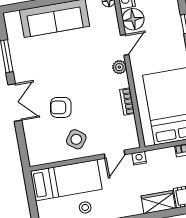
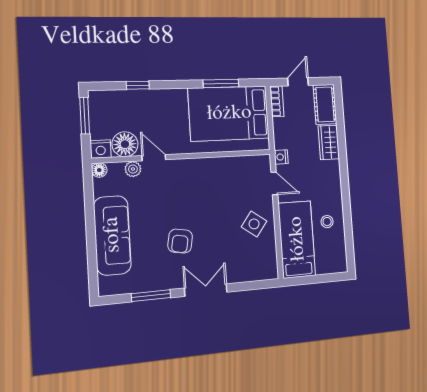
plant: (119, 67) -> (133, 169), moved
bookcase: (127, 102) -> (219, 163), removed
armchair: (61, 107) -> (180, 241), moved

